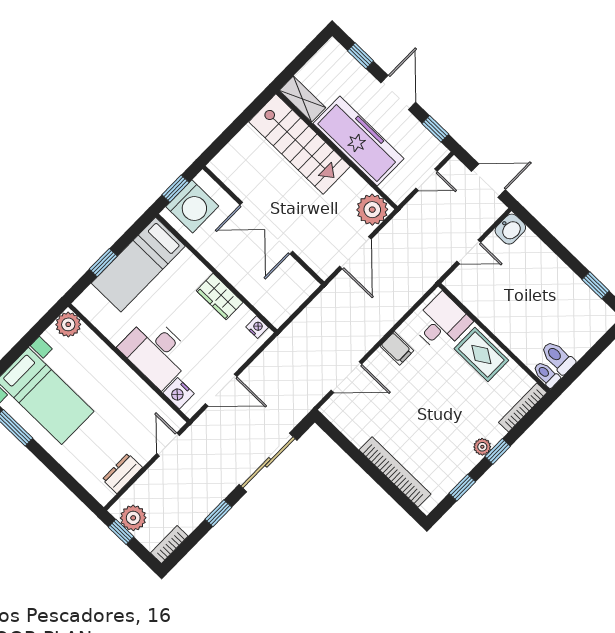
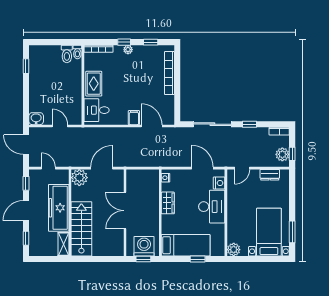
double door: (266, 228) -> (125, 211), swing flipped
filing cabinet: (397, 348) -> (134, 118), moved

